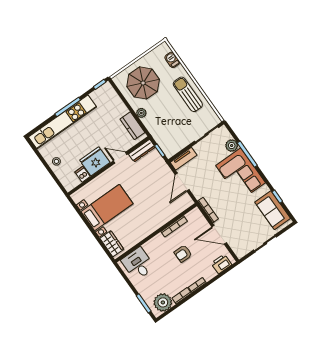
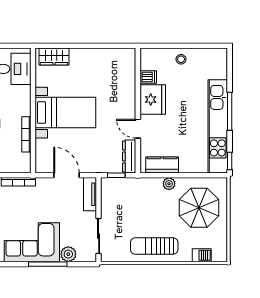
sun lounger: (188, 94) -> (154, 246), turned 180
kitchen unit: (62, 122) -> (218, 126), moved
door: (120, 158) -> (138, 129), swing flipped
bed with nightstands: (107, 208) -> (65, 113), moved, turned -90

